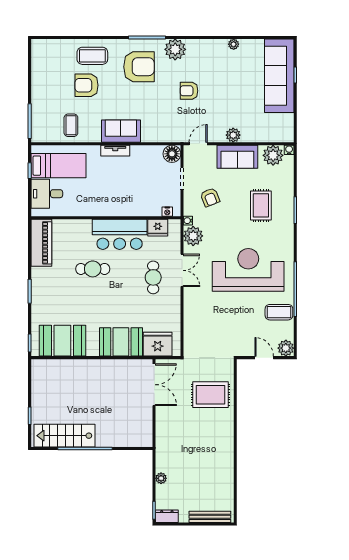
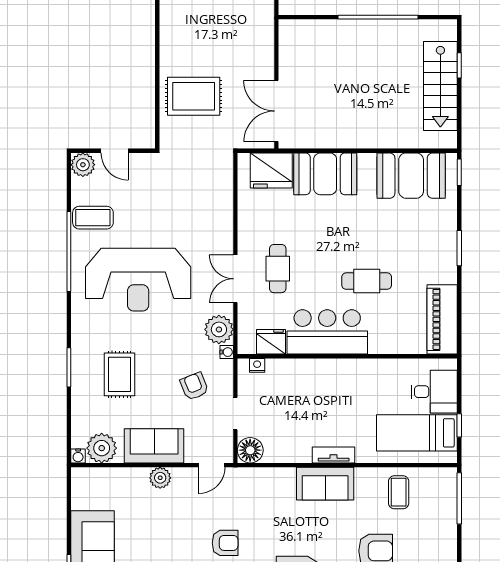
stairs: (65, 436) -> (440, 86), moved, turned 90

